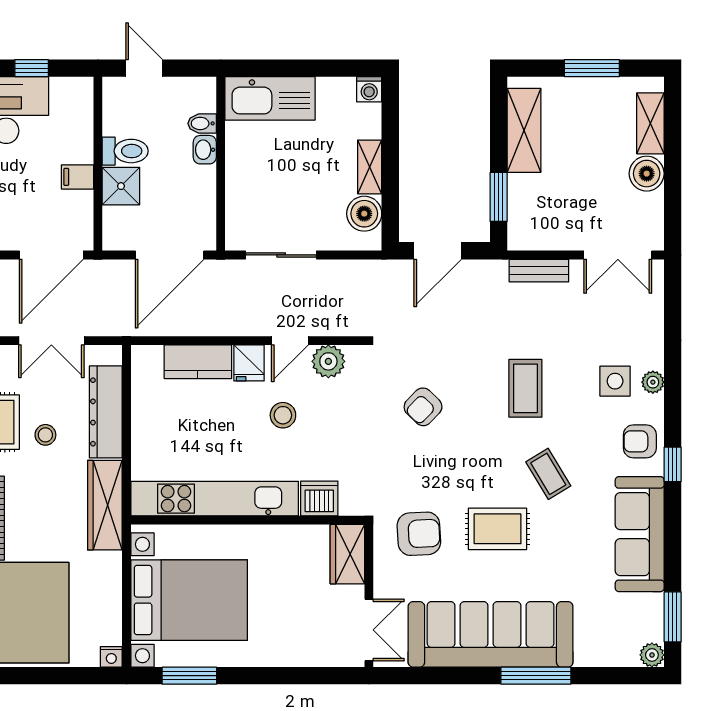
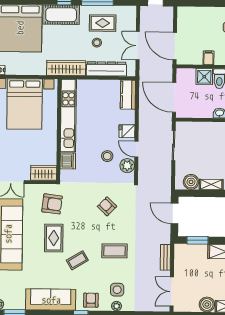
kitchen counter: (198, 362) -> (128, 95), moved
stool: (283, 415) -> (107, 156), moved
armchair: (419, 534) -> (52, 204), turned -80

